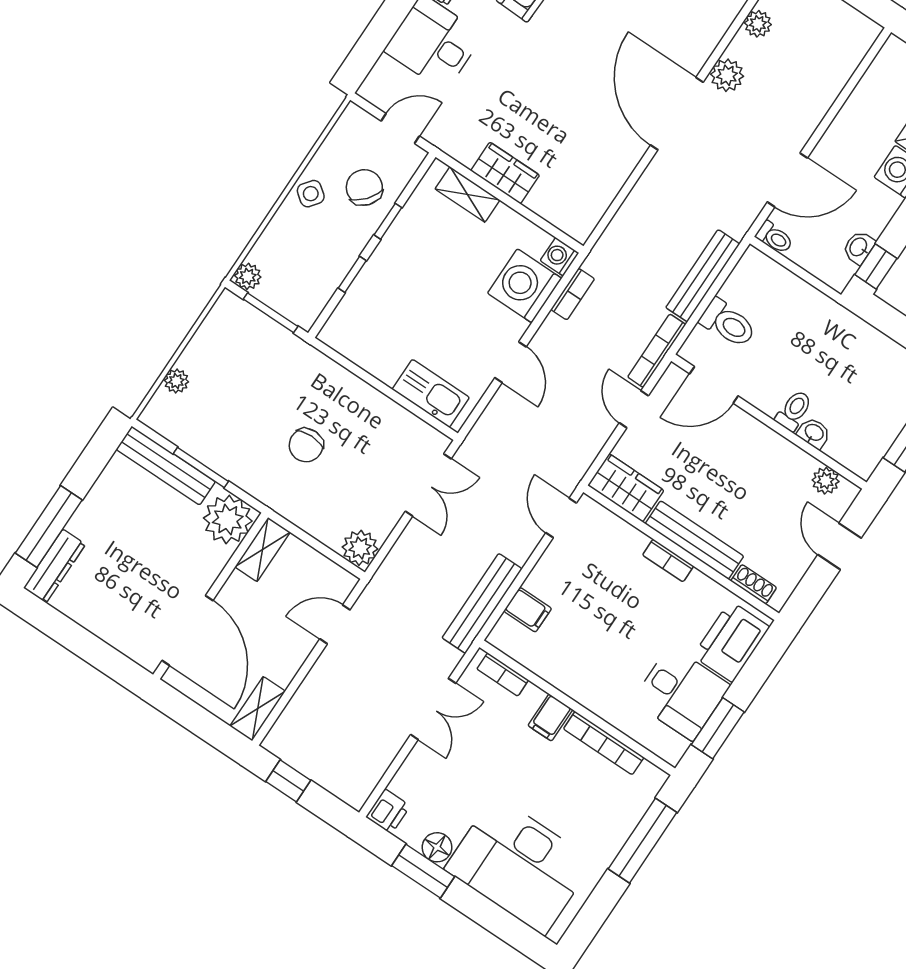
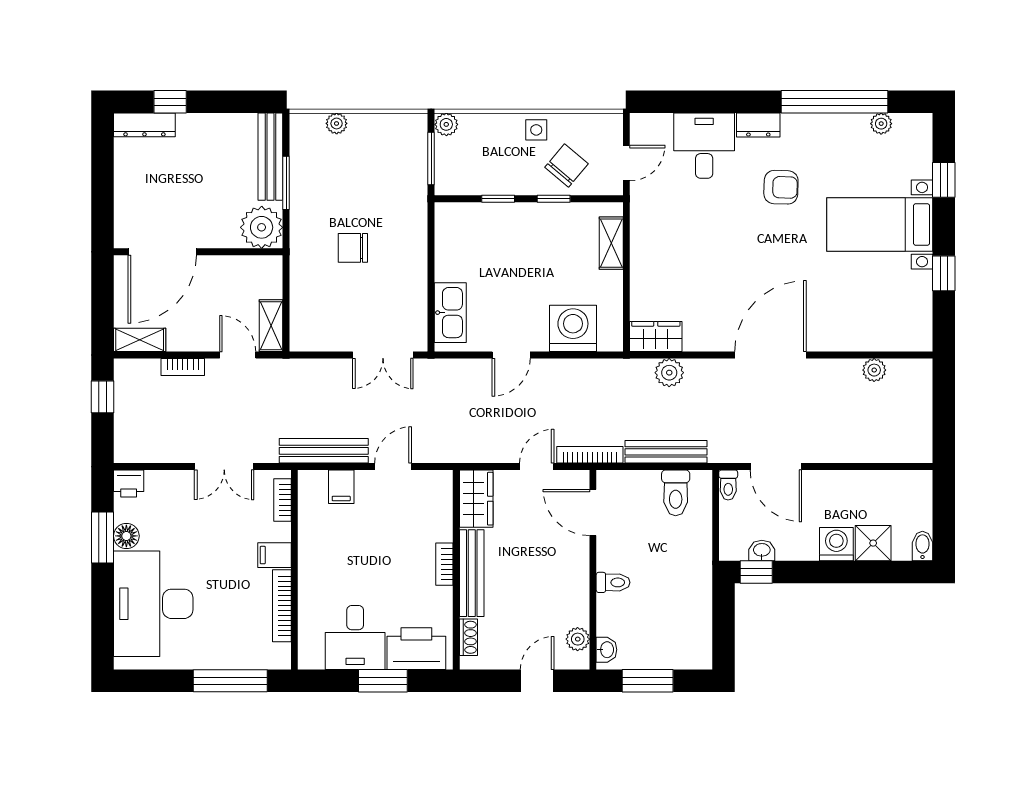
plant: (727, 75) -> (669, 373), moved
door: (400, 128) -> (626, 163), hinge flipped
wardrobe: (505, 173) -> (656, 337), moved, turned -90
side table: (311, 194) -> (536, 130), turned -37
washing machine: (559, 257) -> (611, 339), removed
bookcase: (573, 294) -> (183, 367), moved
toilet: (728, 323) -> (676, 493), moved
washbasin: (814, 433) -> (606, 650), moved
door: (561, 518) -> (393, 467), moved
window: (49, 527) -> (170, 102), width x0.46
plant: (360, 548) -> (305, 336), removed
shelving: (263, 550) -> (271, 326), moved, turned 90
window: (718, 728) -> (383, 681), moved

